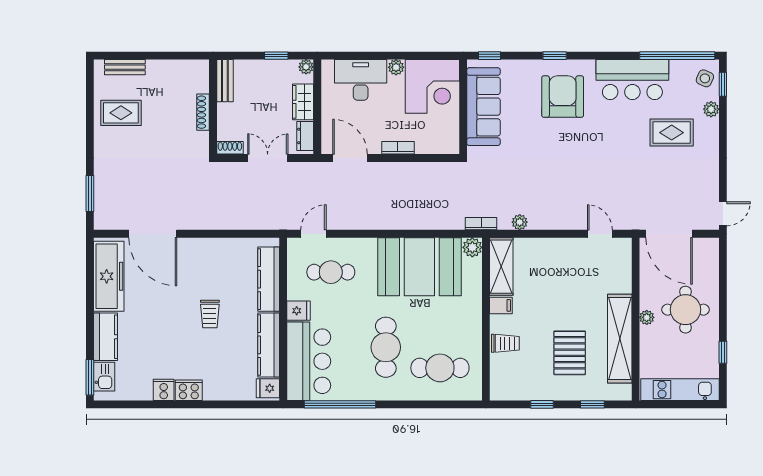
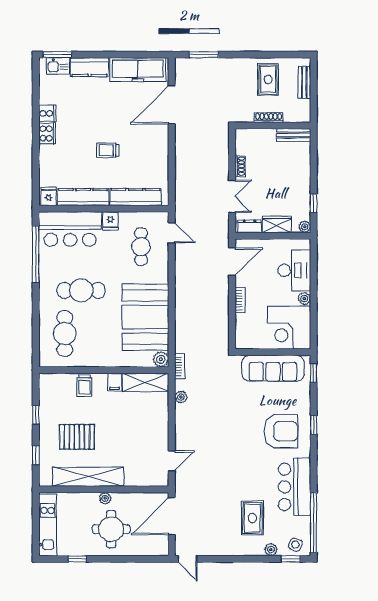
bench: (225, 81) -> (294, 135), moved
wall: (213, 107) -> (273, 126), moved
shoe rack: (203, 112) -> (269, 118), moved

